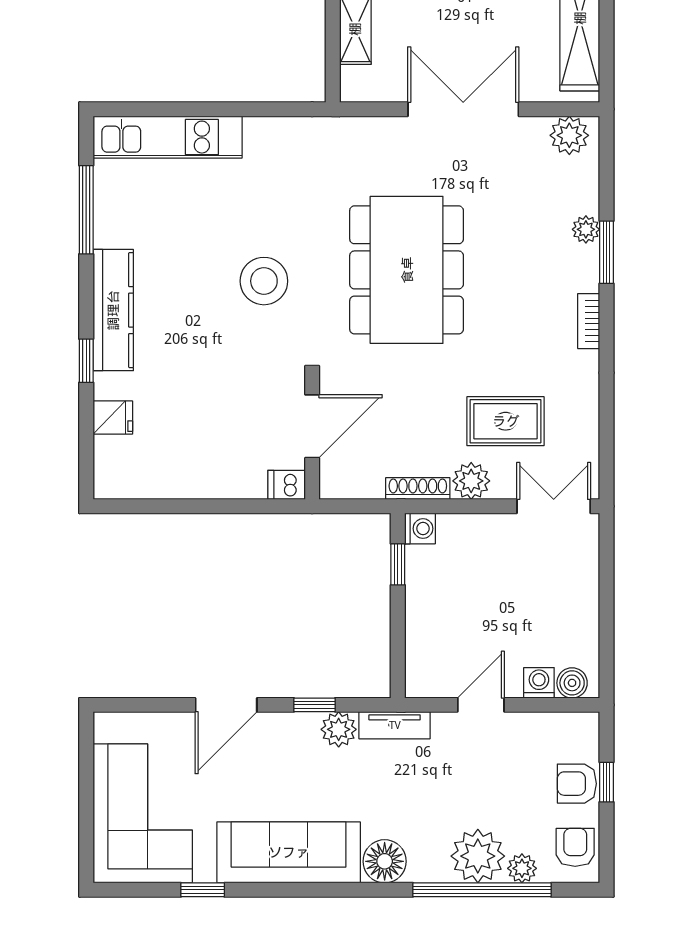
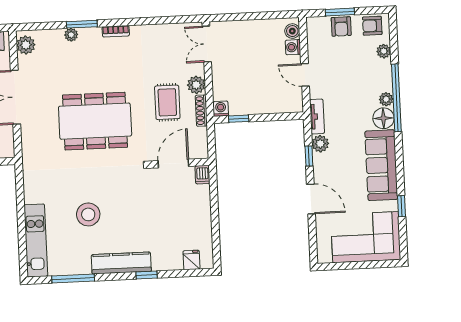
stool: (264, 281) -> (88, 214), moved
fridge: (113, 418) -> (191, 260), moved
rug: (506, 421) -> (167, 102), moved
door: (312, 426) -> (173, 164), hinge flipped
window: (607, 782) -> (340, 12), width x1.50
plant: (478, 856) -> (386, 99), moved, width x0.53, depth x0.53
window: (482, 890) -> (396, 98), moved

